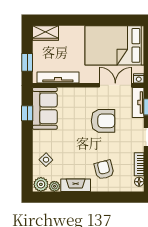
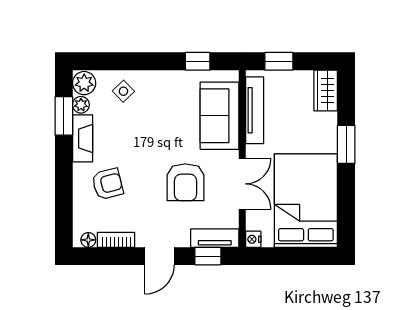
window: (79, 20) -> (346, 144), added
double door: (115, 85) -> (242, 184), moved
sofa: (45, 108) -> (220, 116), moved, turned 90
window: (61, 197) -> (64, 116), added

